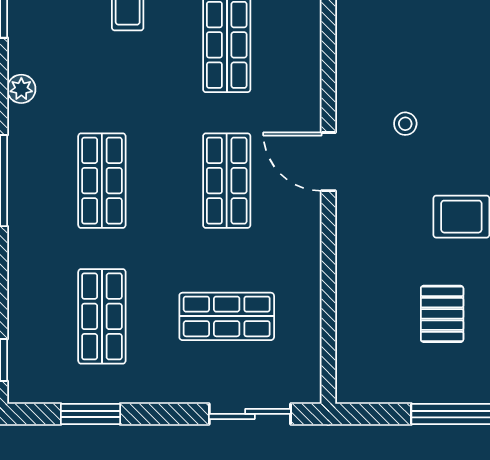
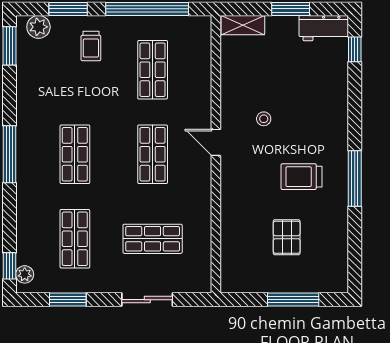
plant: (21, 89) -> (25, 274), moved
door: (328, 162) -> (216, 142), width x0.73
sliding door: (250, 414) -> (147, 300), moved

